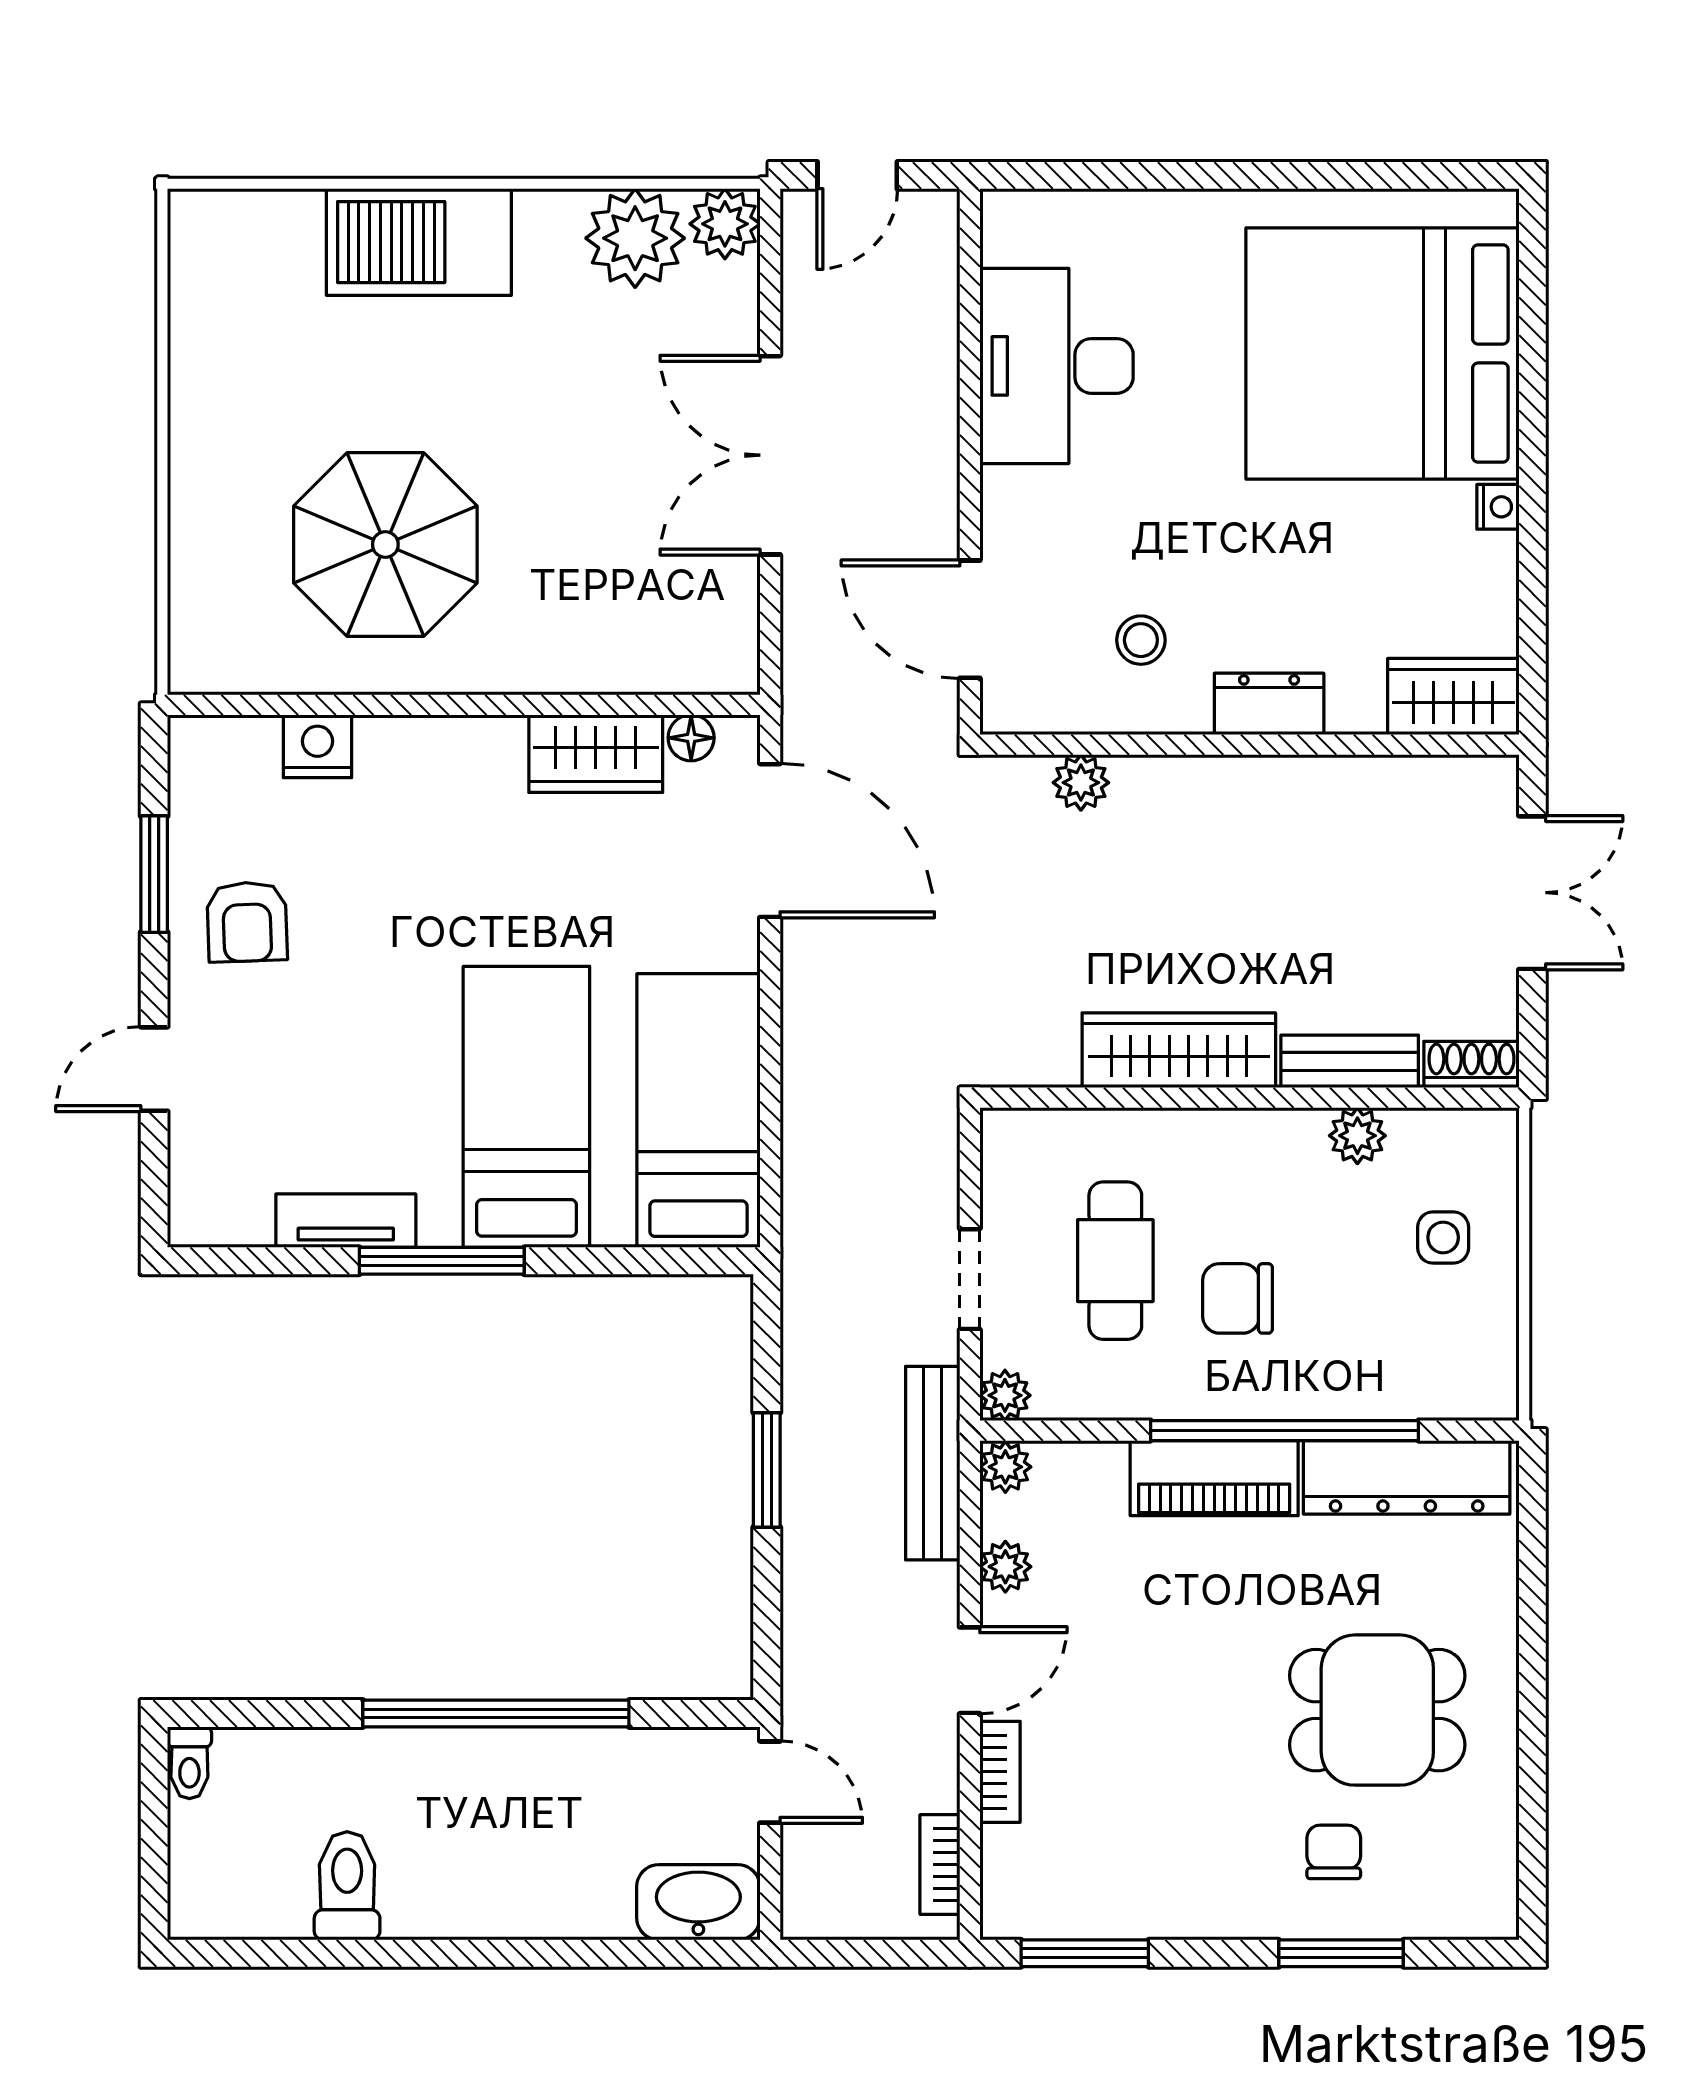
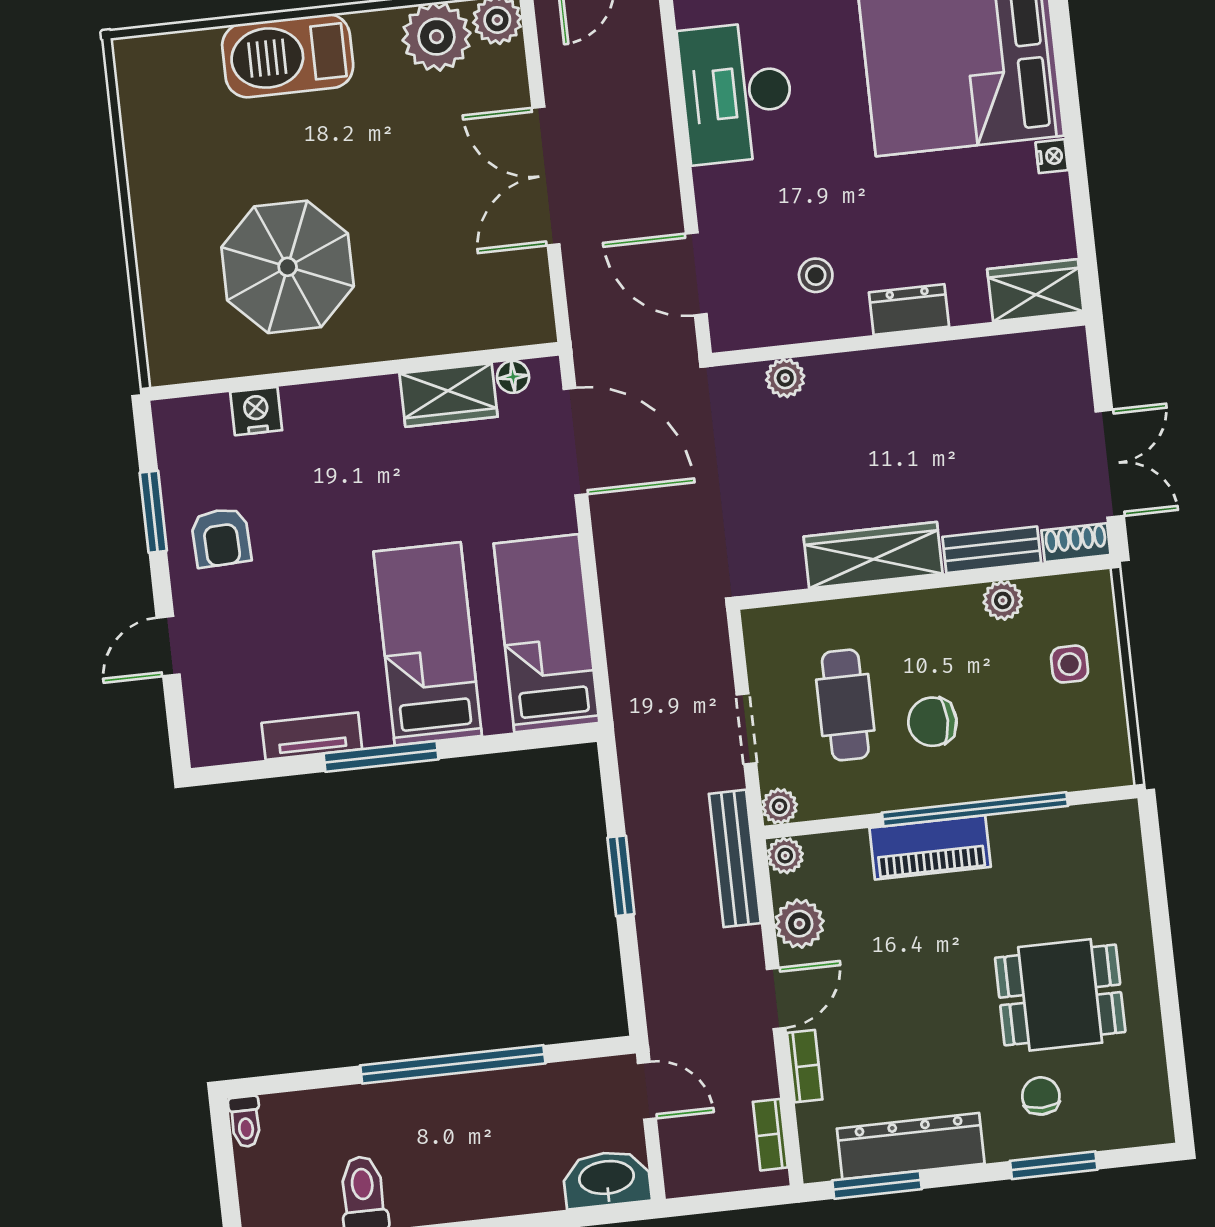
double door: (1532, 893) -> (1110, 464), moved
dresser: (1407, 1477) -> (911, 1146), moved, turned 180
plant: (1005, 1567) -> (799, 924), width x1.38, depth x1.38

